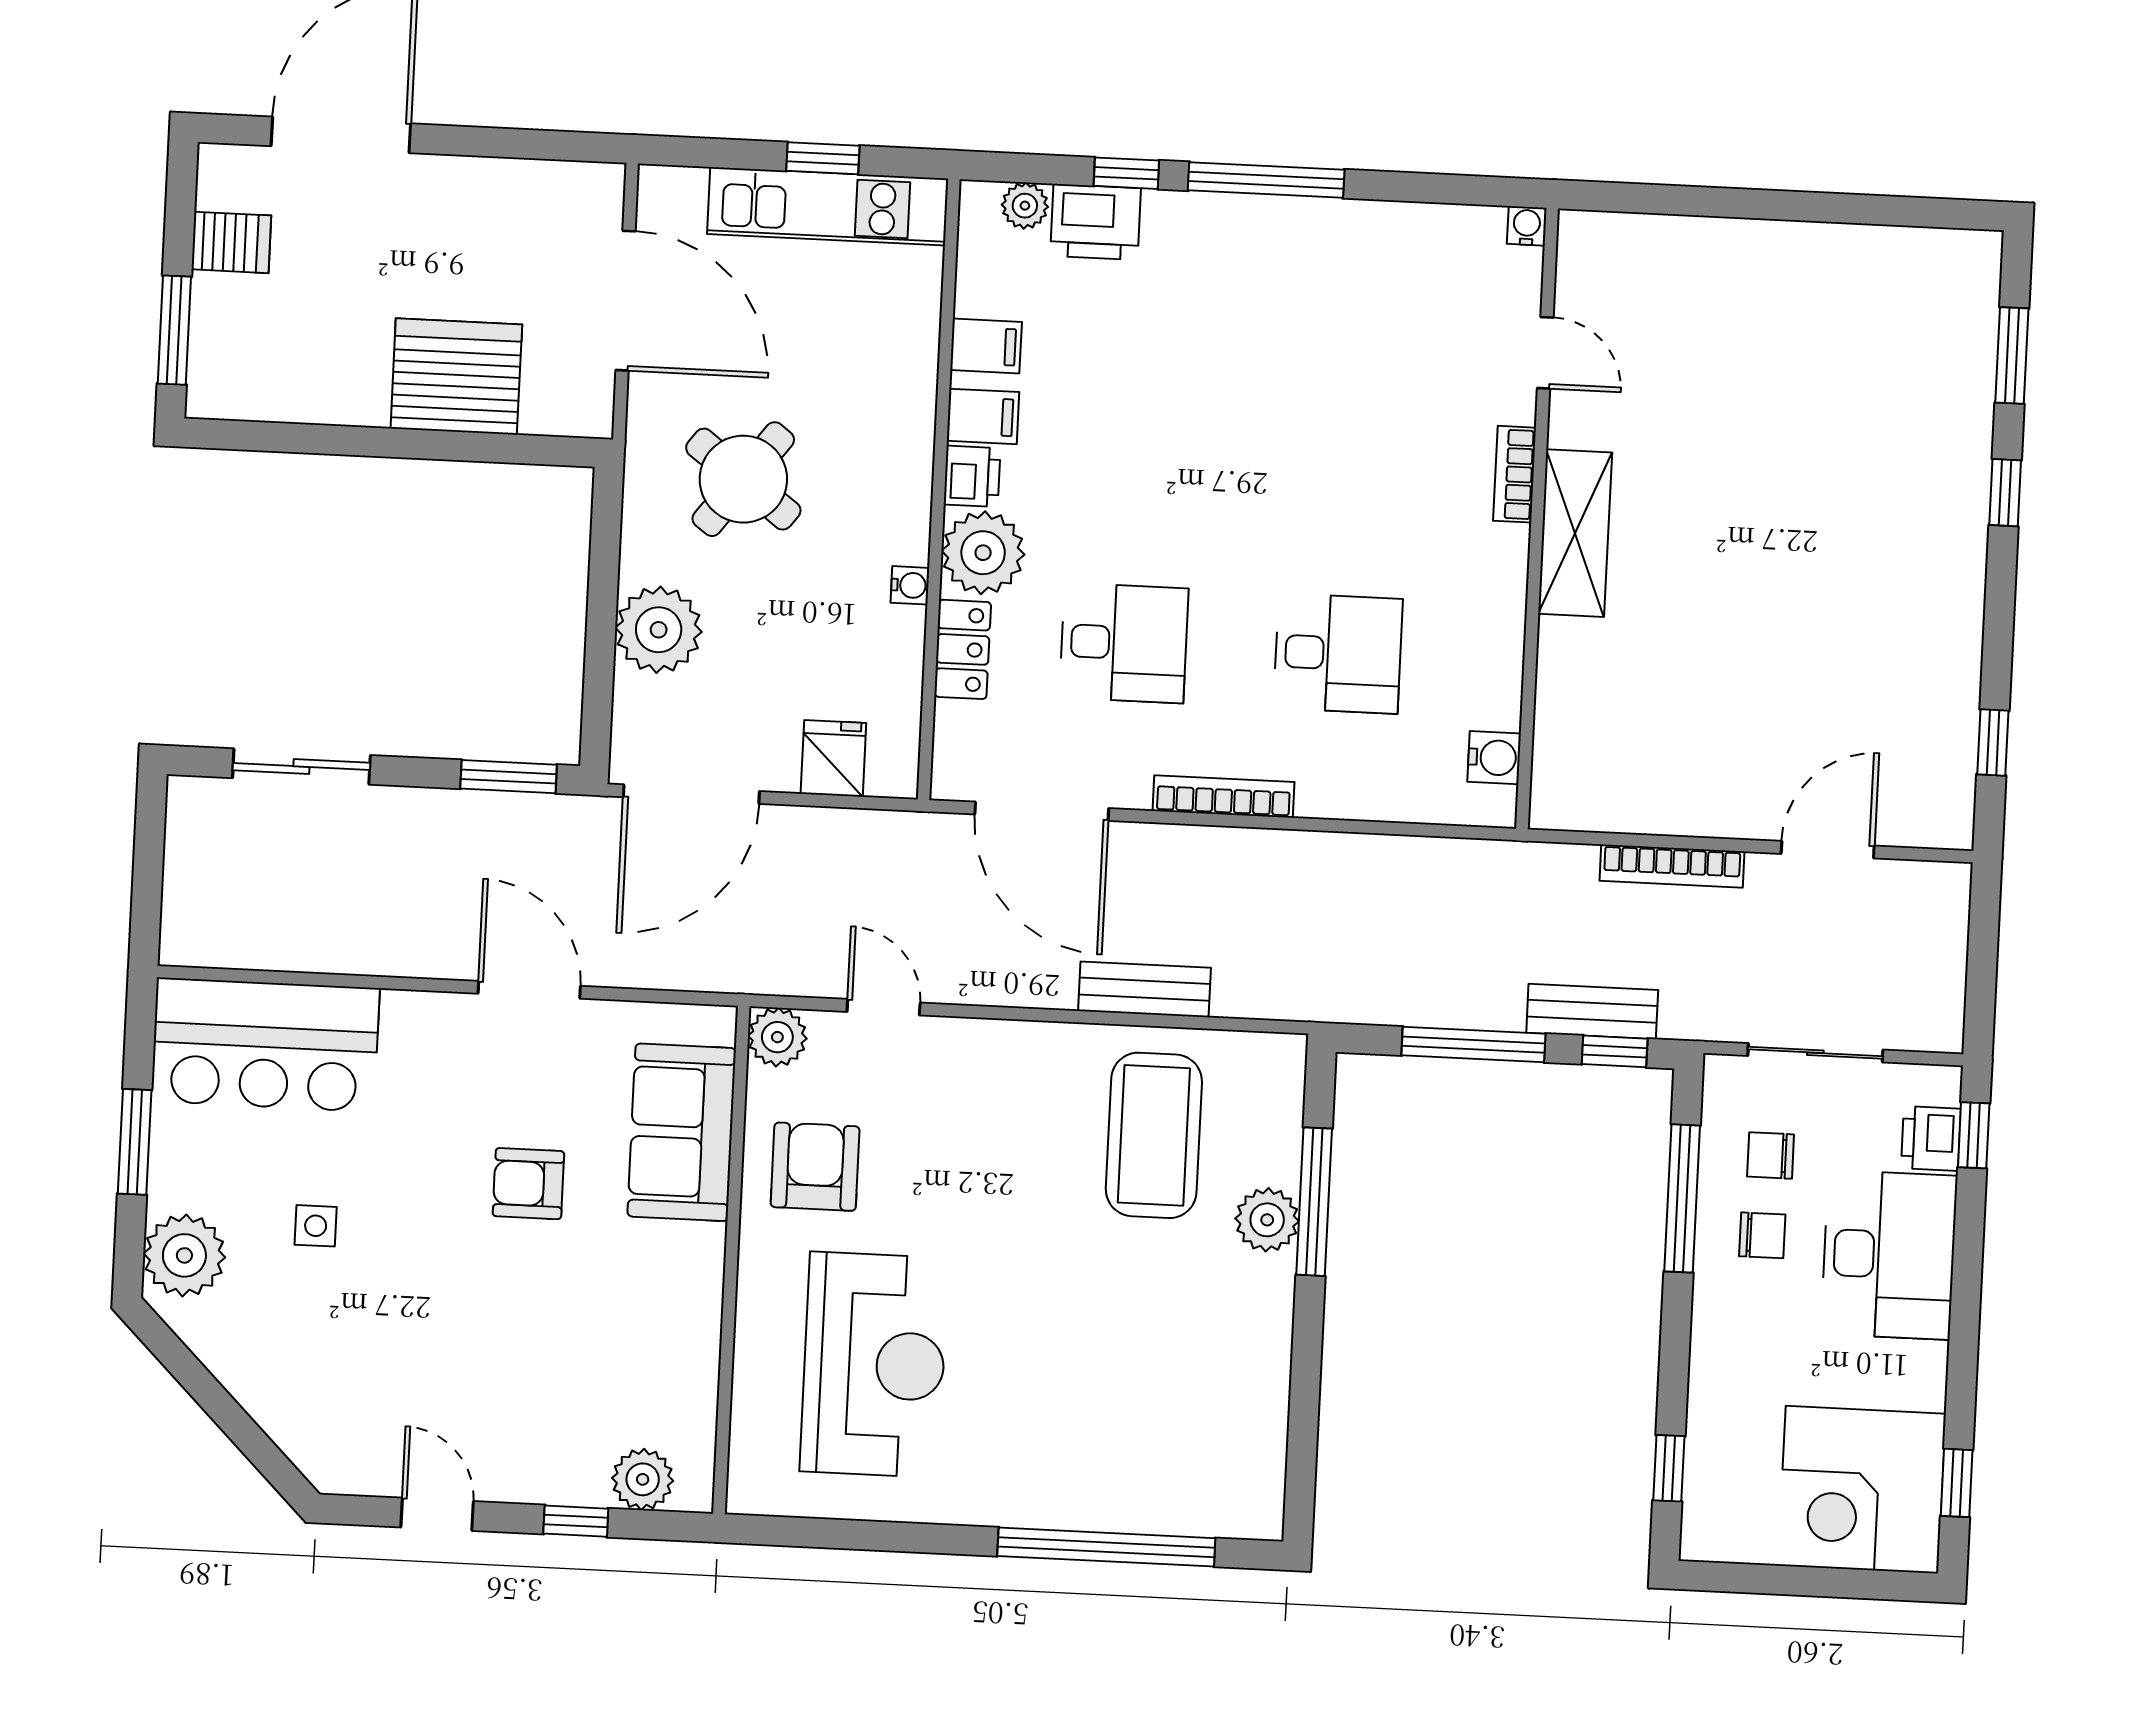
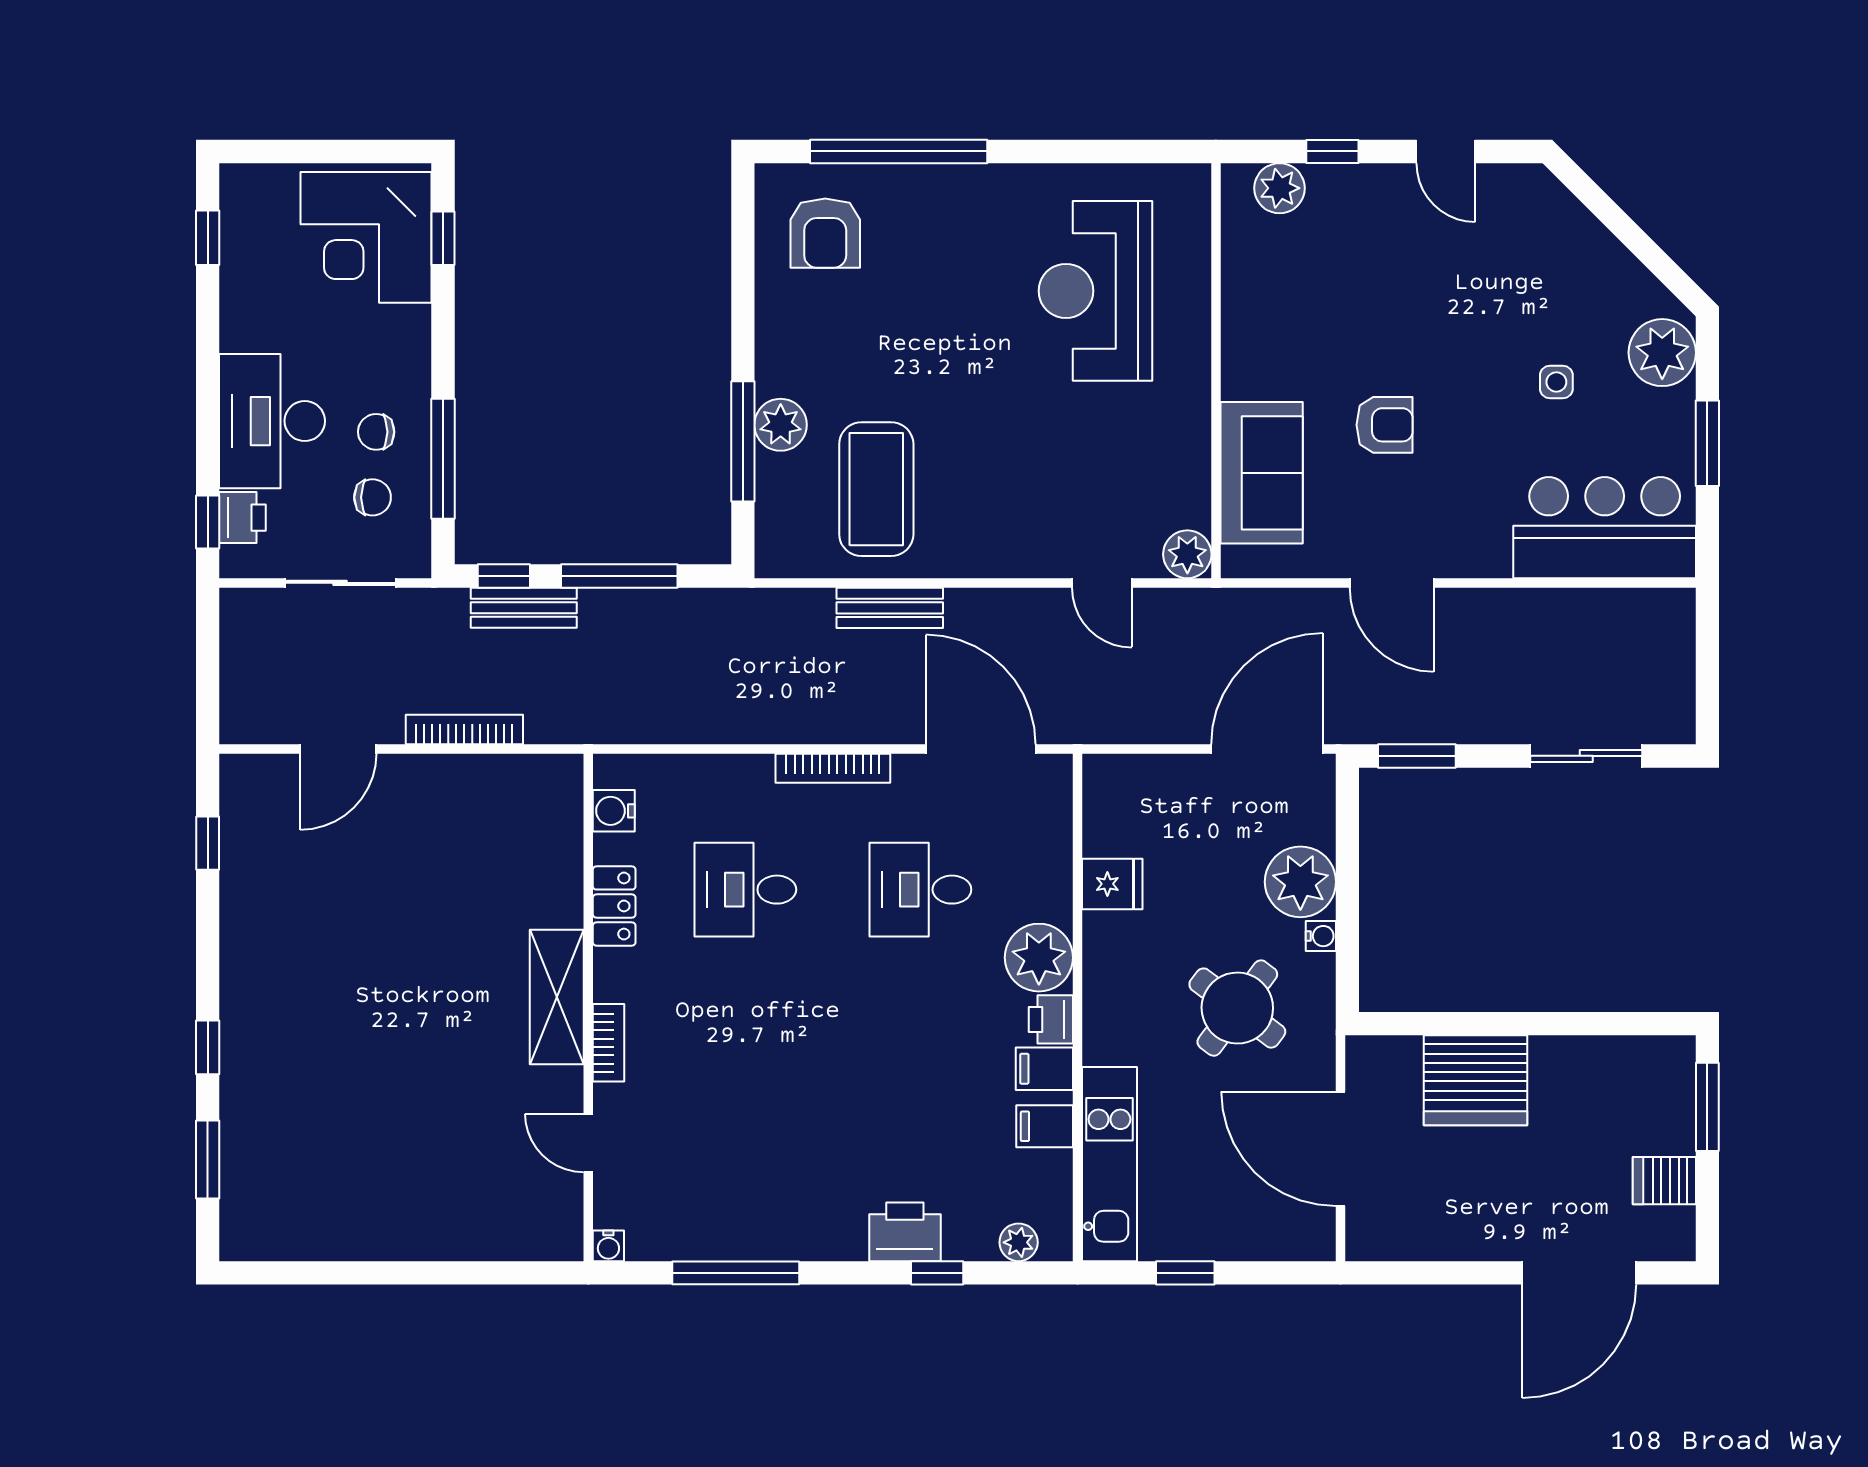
window: (1266, 180) -> (736, 1273), moved
kitchen unit: (828, 206) -> (1109, 1164), moved, turned 90
printer: (1096, 222) -> (905, 1232), moved
water cooler: (910, 585) -> (1321, 936), moved, turned 180
locker: (963, 649) -> (614, 906), moved, turned 180
fridge: (833, 758) -> (1112, 884), moved, turned -90
armchair: (815, 1167) -> (825, 233), moved
corner desk: (1862, 1490) -> (366, 237), moved, turned 180

